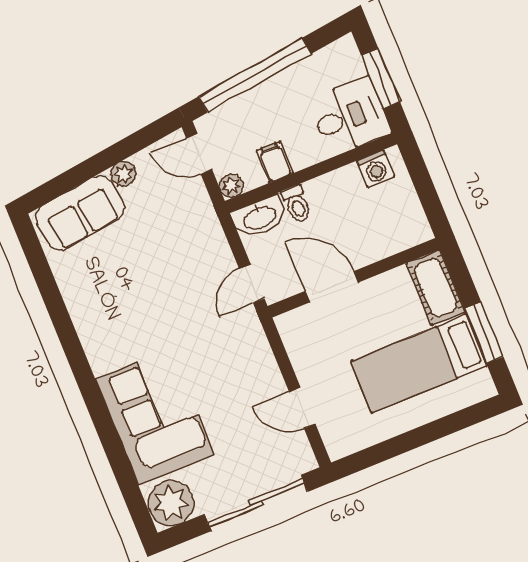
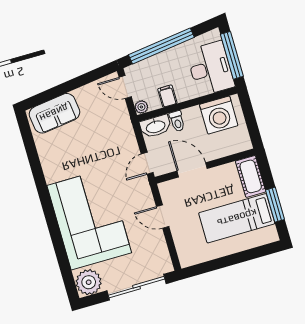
window: (381, 79) -> (232, 55), width x1.44
desk: (349, 116) -> (210, 69), width x1.37
washing machine: (375, 169) -> (219, 115), width x1.89, depth x1.89
plant: (124, 174) -> (81, 94), removed
door: (302, 408) -> (163, 217), moved
corner sofa: (155, 417) -> (89, 219), width x1.36, depth x1.36

